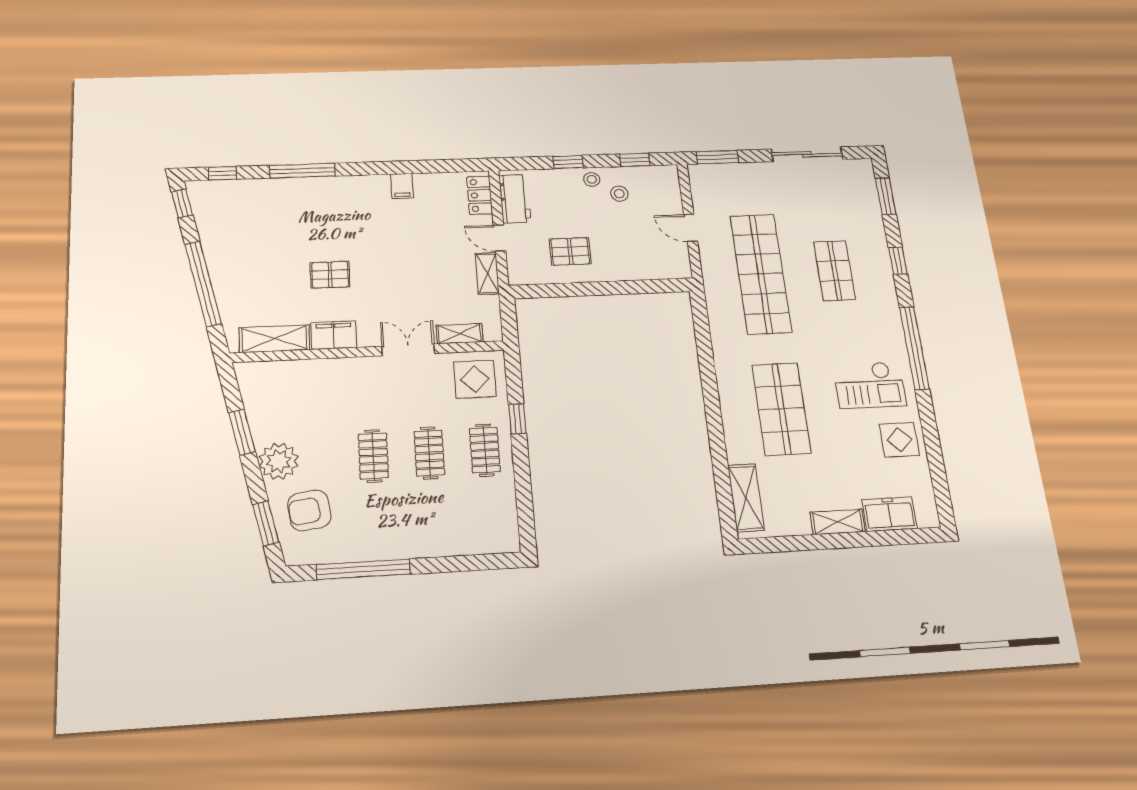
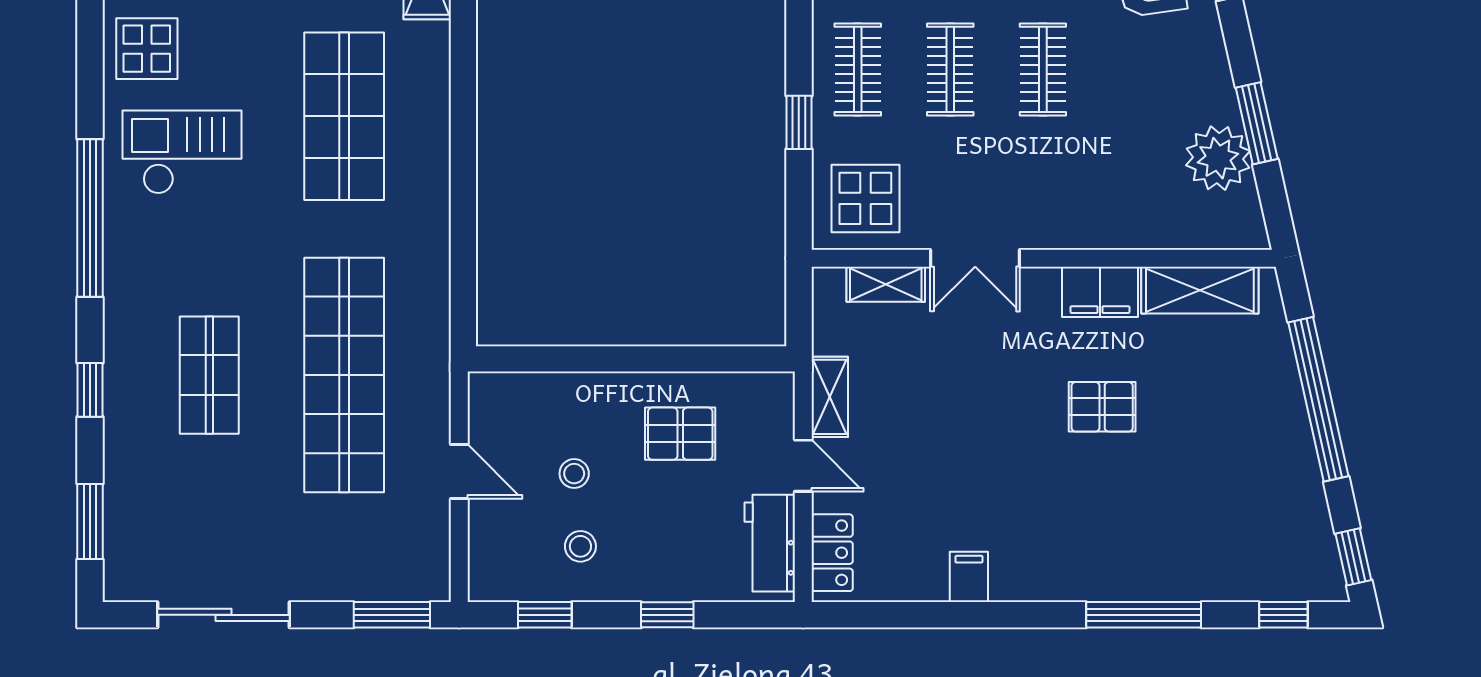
stool: (592, 179) -> (574, 474), moved
plant: (279, 461) -> (1218, 158), moved

